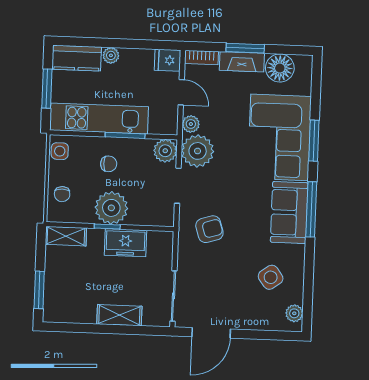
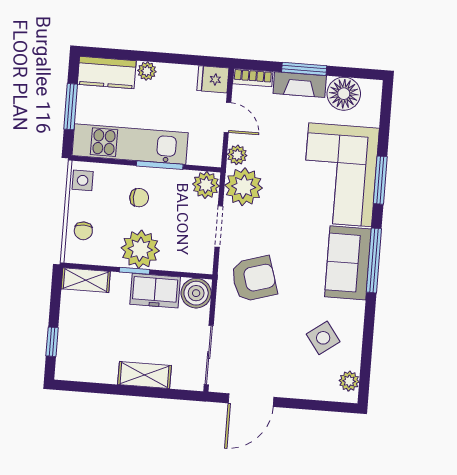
armchair: (209, 229) -> (254, 279), width x1.38, depth x1.38
boiler: (161, 243) -> (196, 293), added
window: (39, 290) -> (52, 342), width x0.67

